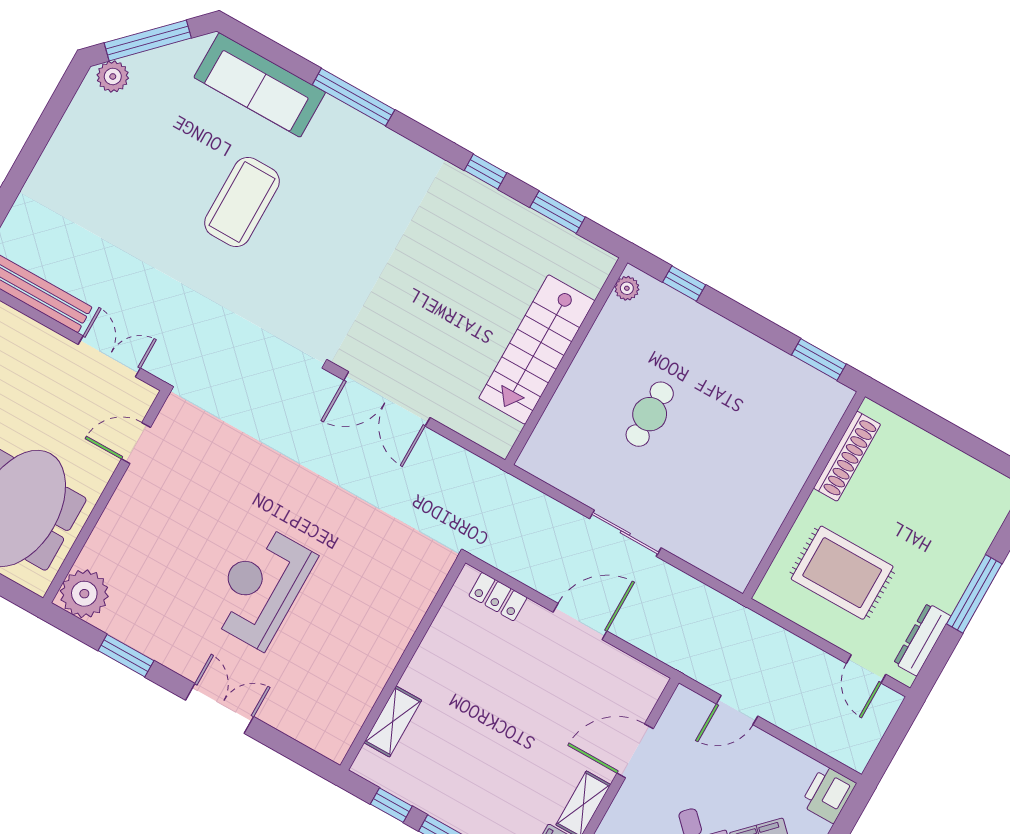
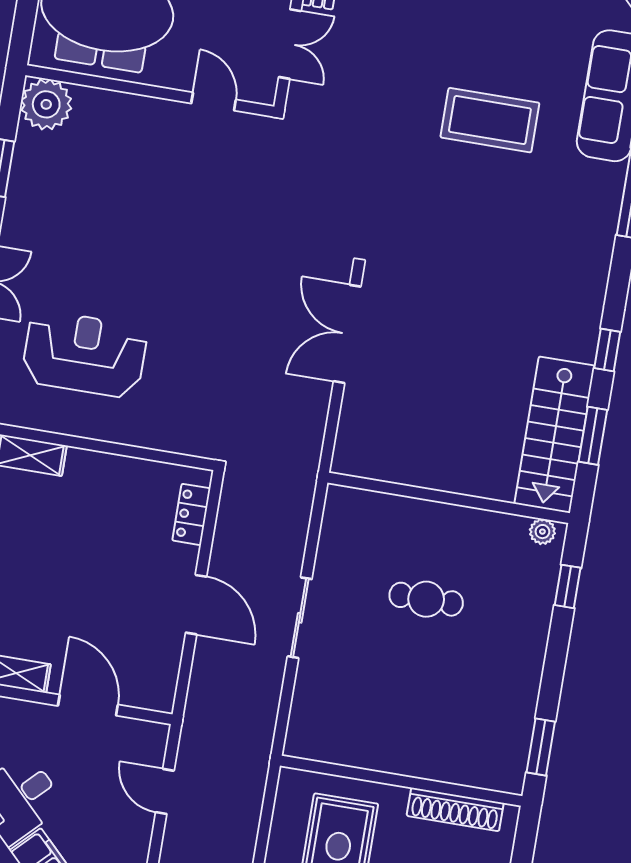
stairs: (537, 349) -> (555, 435), moved, turned -90
reception desk: (261, 587) -> (84, 354), moved

